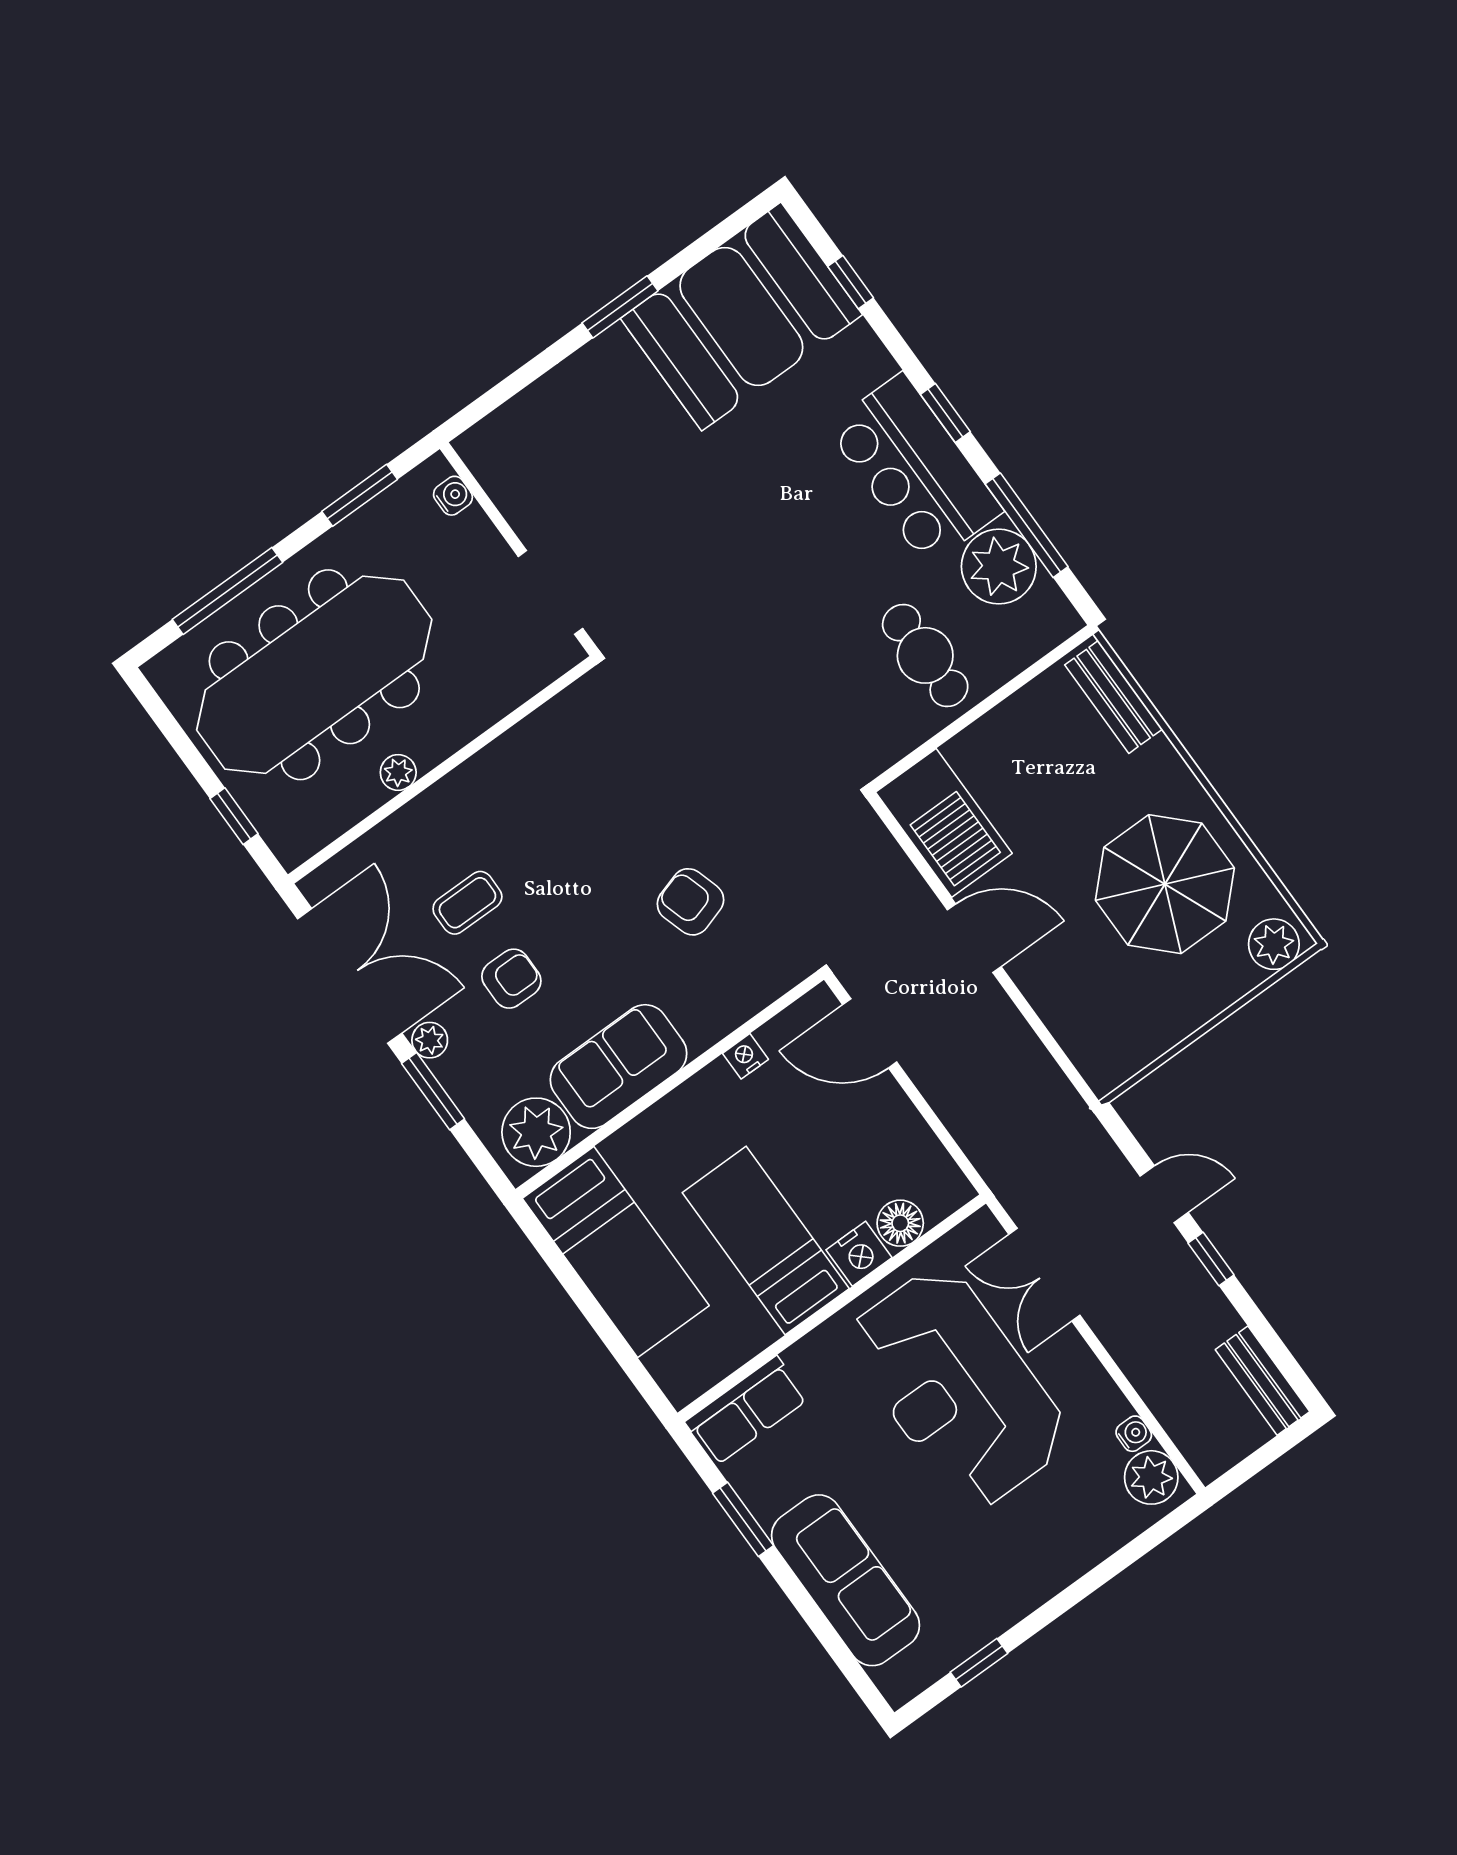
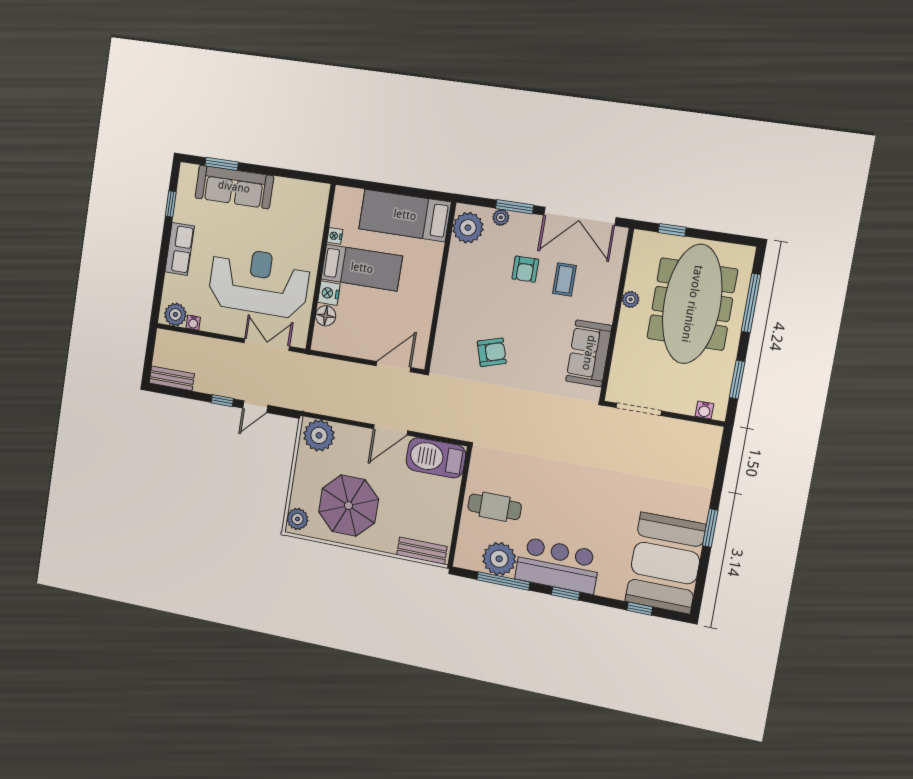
plant: (430, 1040) -> (501, 217), moved
plant: (1102, 1044) -> (319, 435), added
nightstand: (745, 1056) -> (335, 236), moved, turned 180
sofa: (619, 1067) -> (589, 353), moved, turned 180
row of seats: (746, 1411) -> (180, 249), moved, turned 180
window: (743, 1519) -> (222, 164), moved

